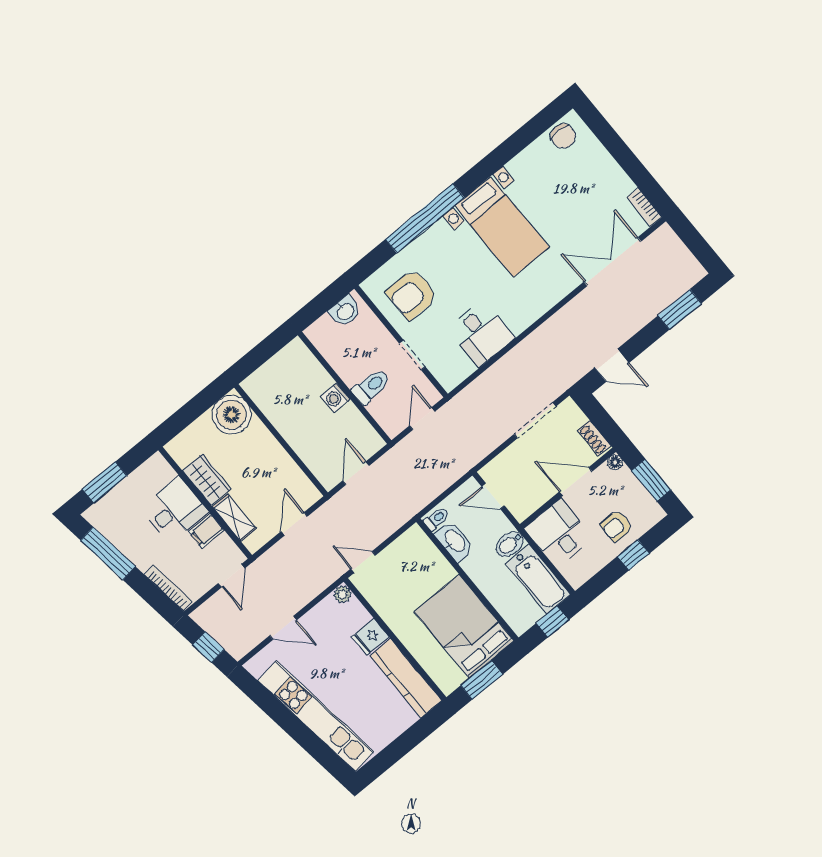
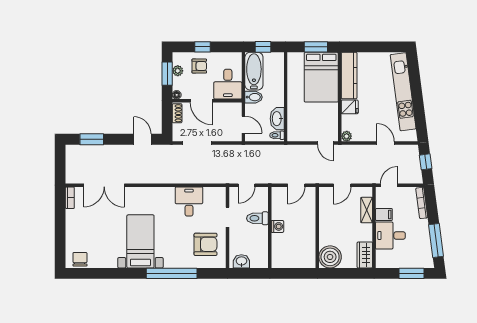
wardrobe: (207, 480) -> (365, 255), moved
plant: (640, 496) -> (178, 71), added
bed: (464, 626) -> (321, 77), moved

